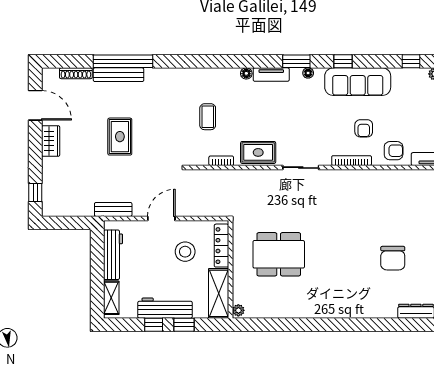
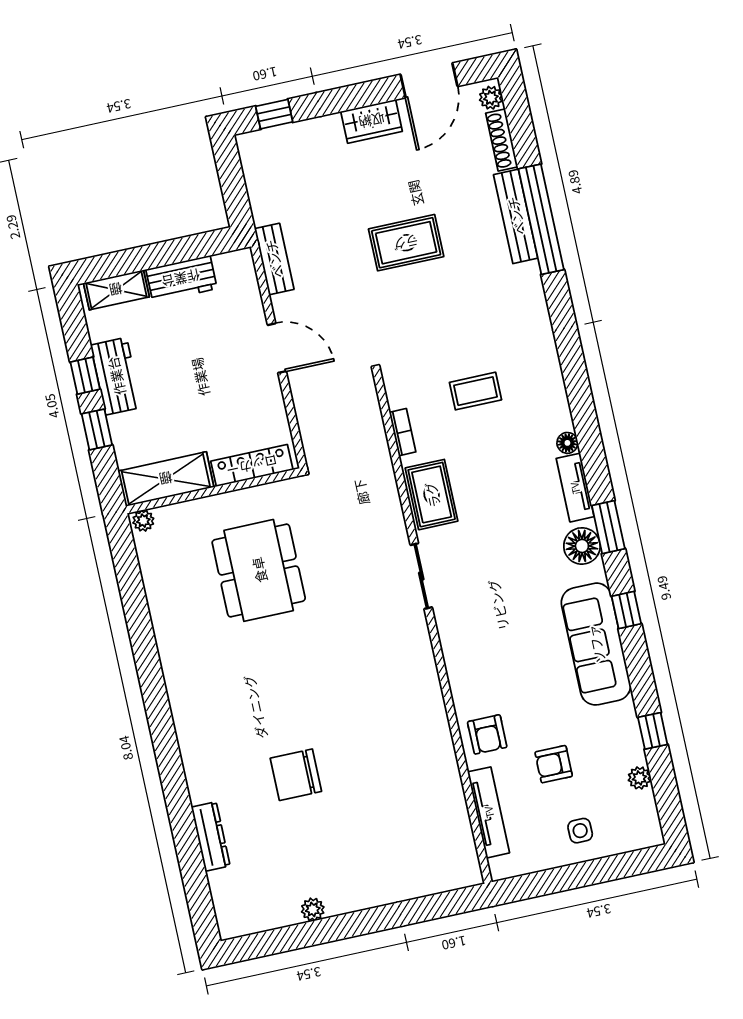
floor lamp: (308, 73) -> (582, 546), width x1.89, depth x1.89
plant: (52, 74) -> (491, 98), added
armchair: (364, 128) -> (554, 764), moved
bookcase: (352, 161) -> (453, 664), removed
stool: (185, 252) -> (227, 403), removed
workbench: (113, 255) -> (181, 279), width x0.73
workbench: (165, 308) -> (116, 376), width x0.73

